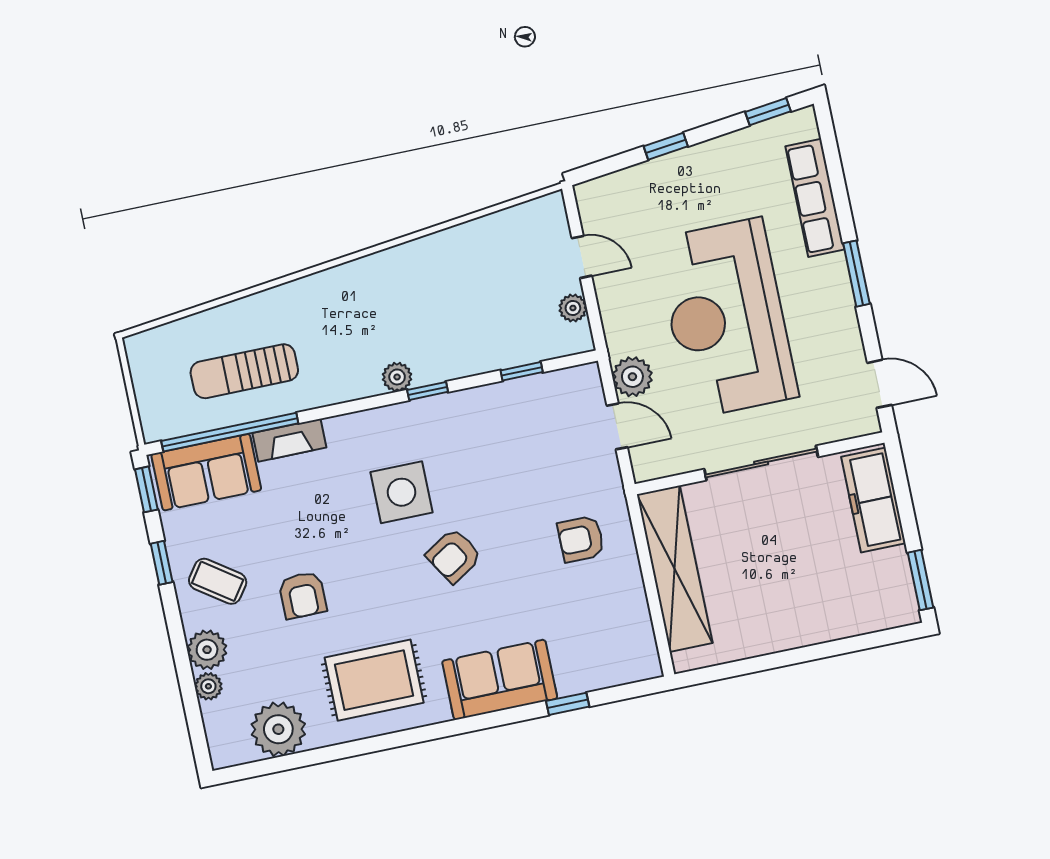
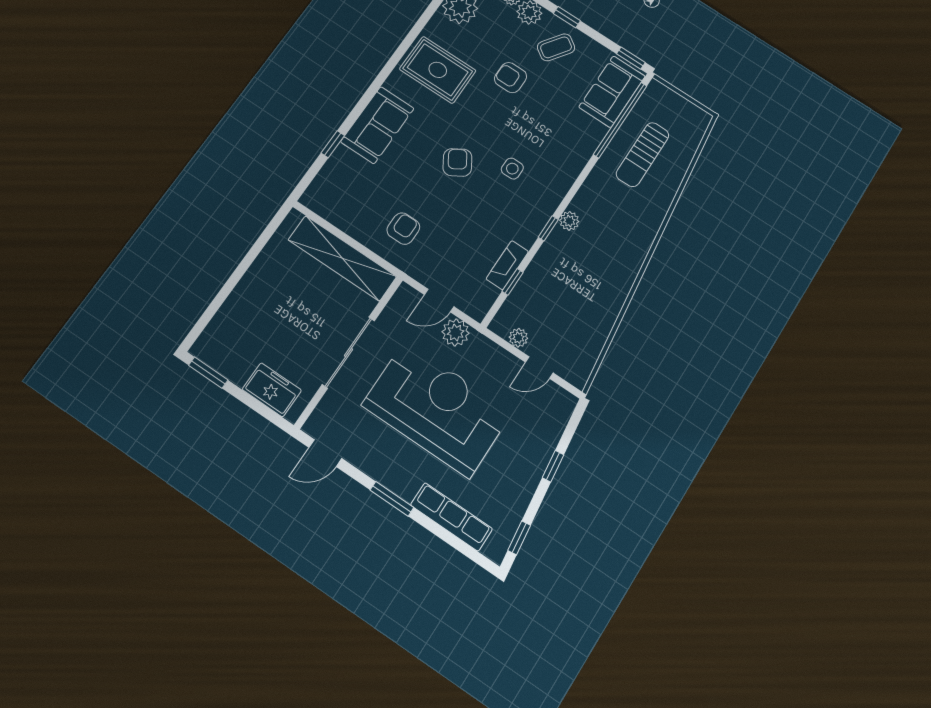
sun lounger: (244, 371) -> (643, 155), turned 180
fireplace: (289, 440) -> (507, 265), moved
side table: (402, 492) -> (512, 169), width x0.54, depth x0.54
freezer: (873, 500) -> (272, 390), width x0.71
window: (162, 563) -> (567, 17), moved
rug: (374, 680) -> (438, 70), turned 90

